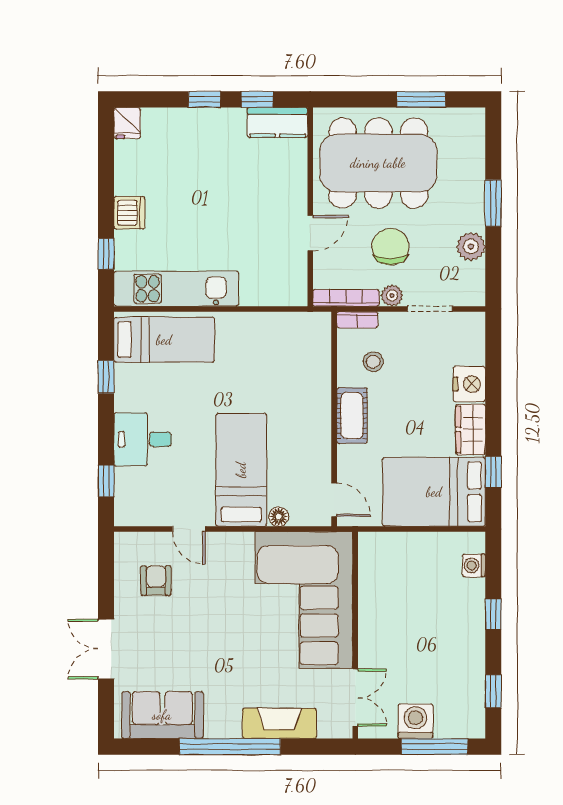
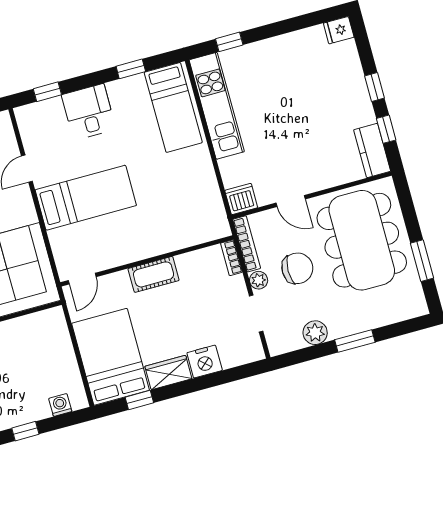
dishwasher: (129, 213) -> (241, 199), moved, turned 180
stool: (373, 362) -> (201, 280), removed
floor lamp: (279, 517) -> (57, 238), removed

